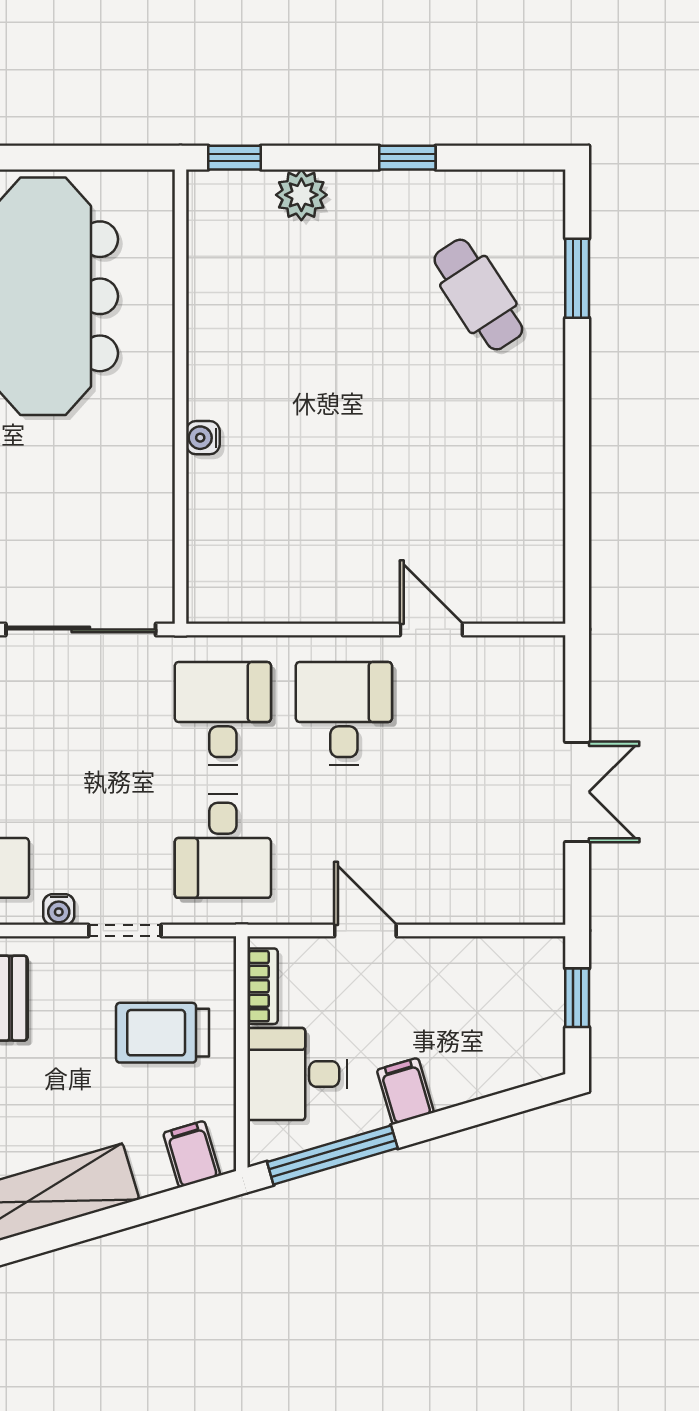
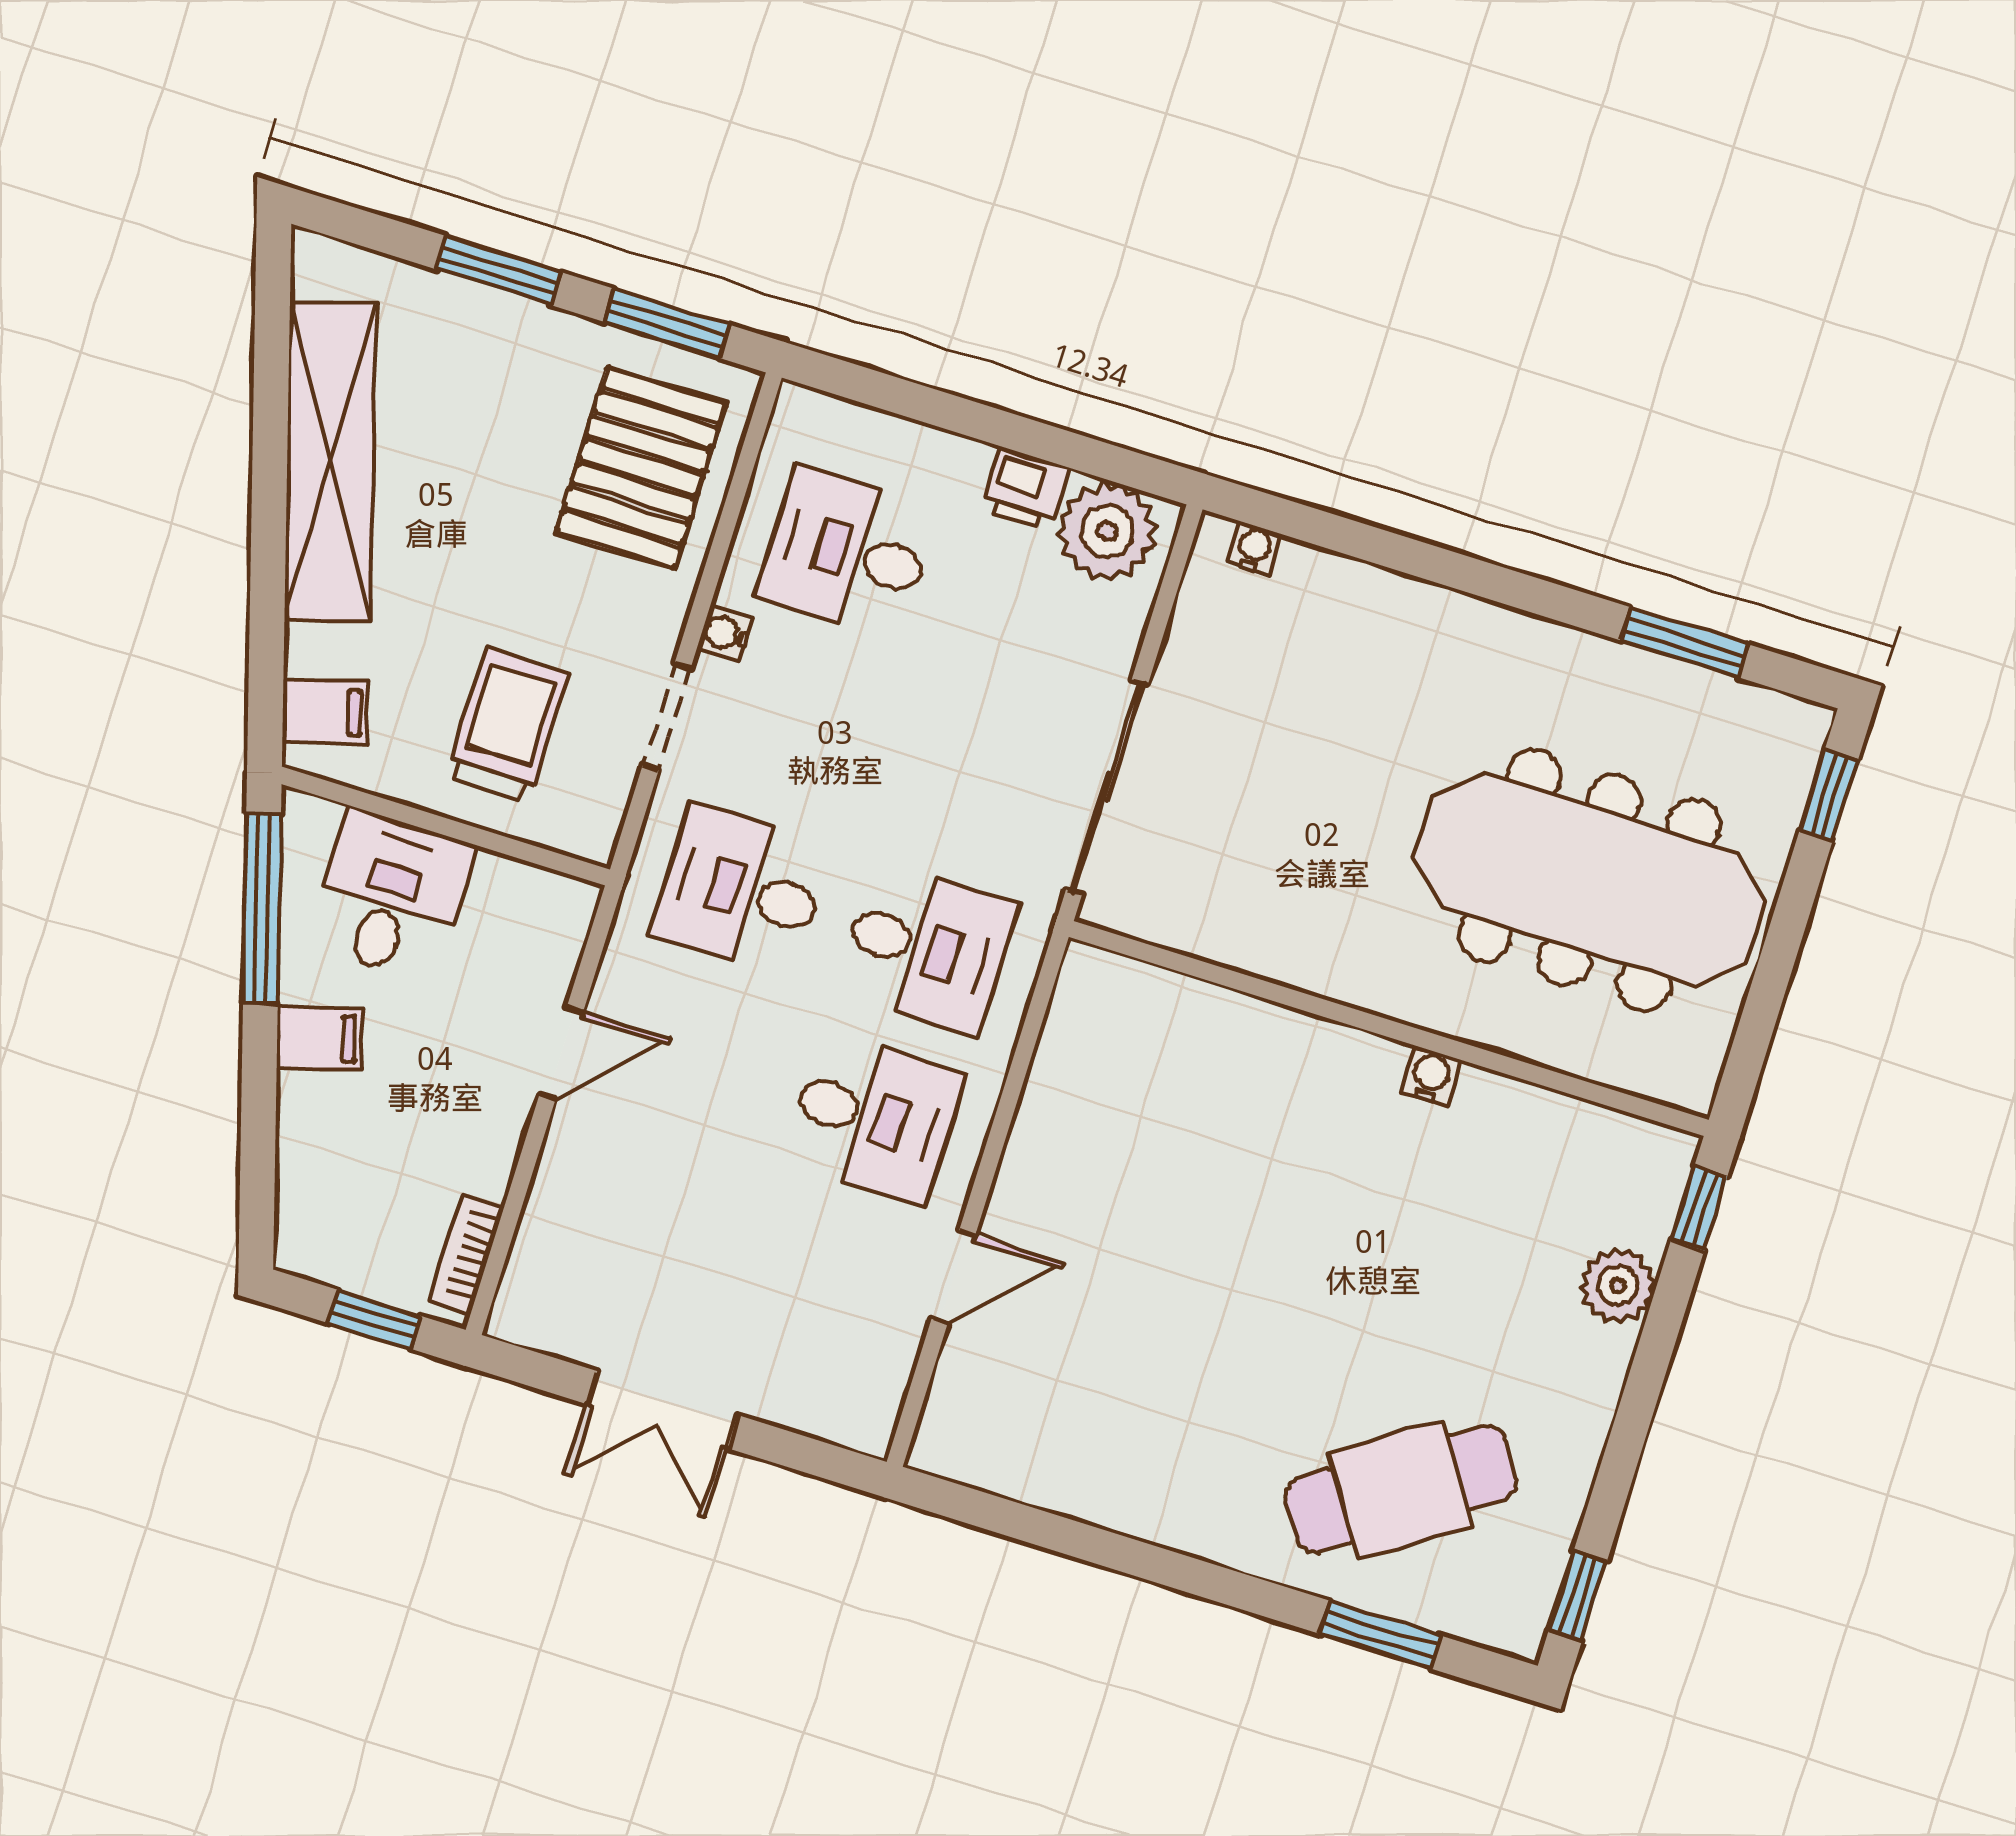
window: (407, 158) -> (1578, 1596), moved
cafe table: (478, 295) -> (1401, 1489), width x1.37, depth x1.35
water cooler: (203, 438) -> (1431, 1076), moved
bookcase: (262, 986) -> (466, 1254), moved, turned 90

